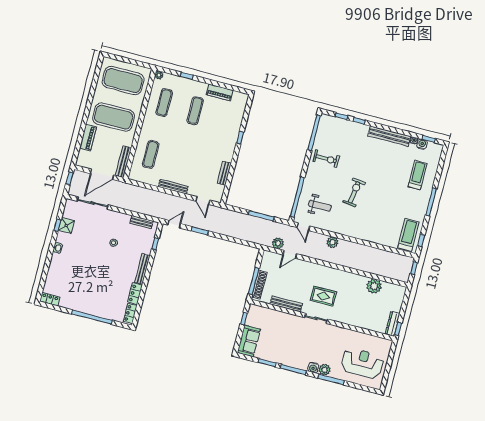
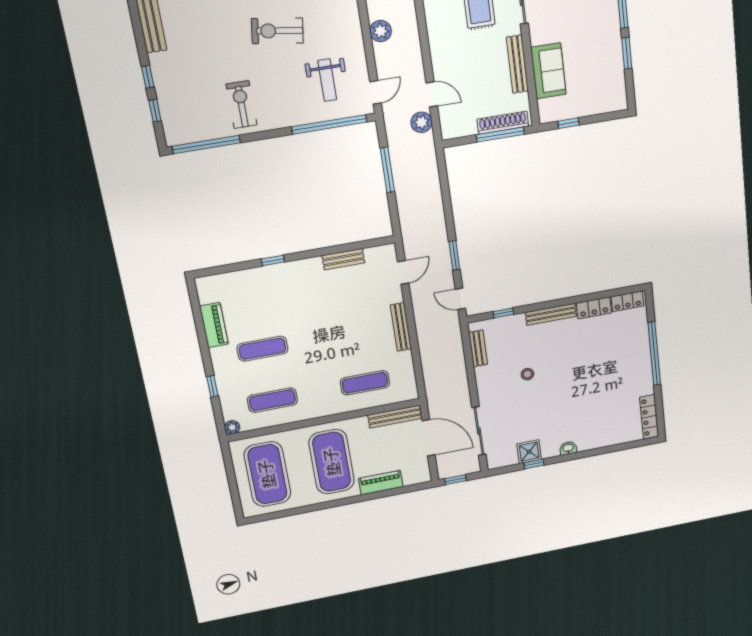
weight bench: (320, 206) -> (327, 80), turned 180
locker: (50, 299) -> (649, 417), width x1.53
sofa: (249, 341) -> (548, 71), moved, turned 90

